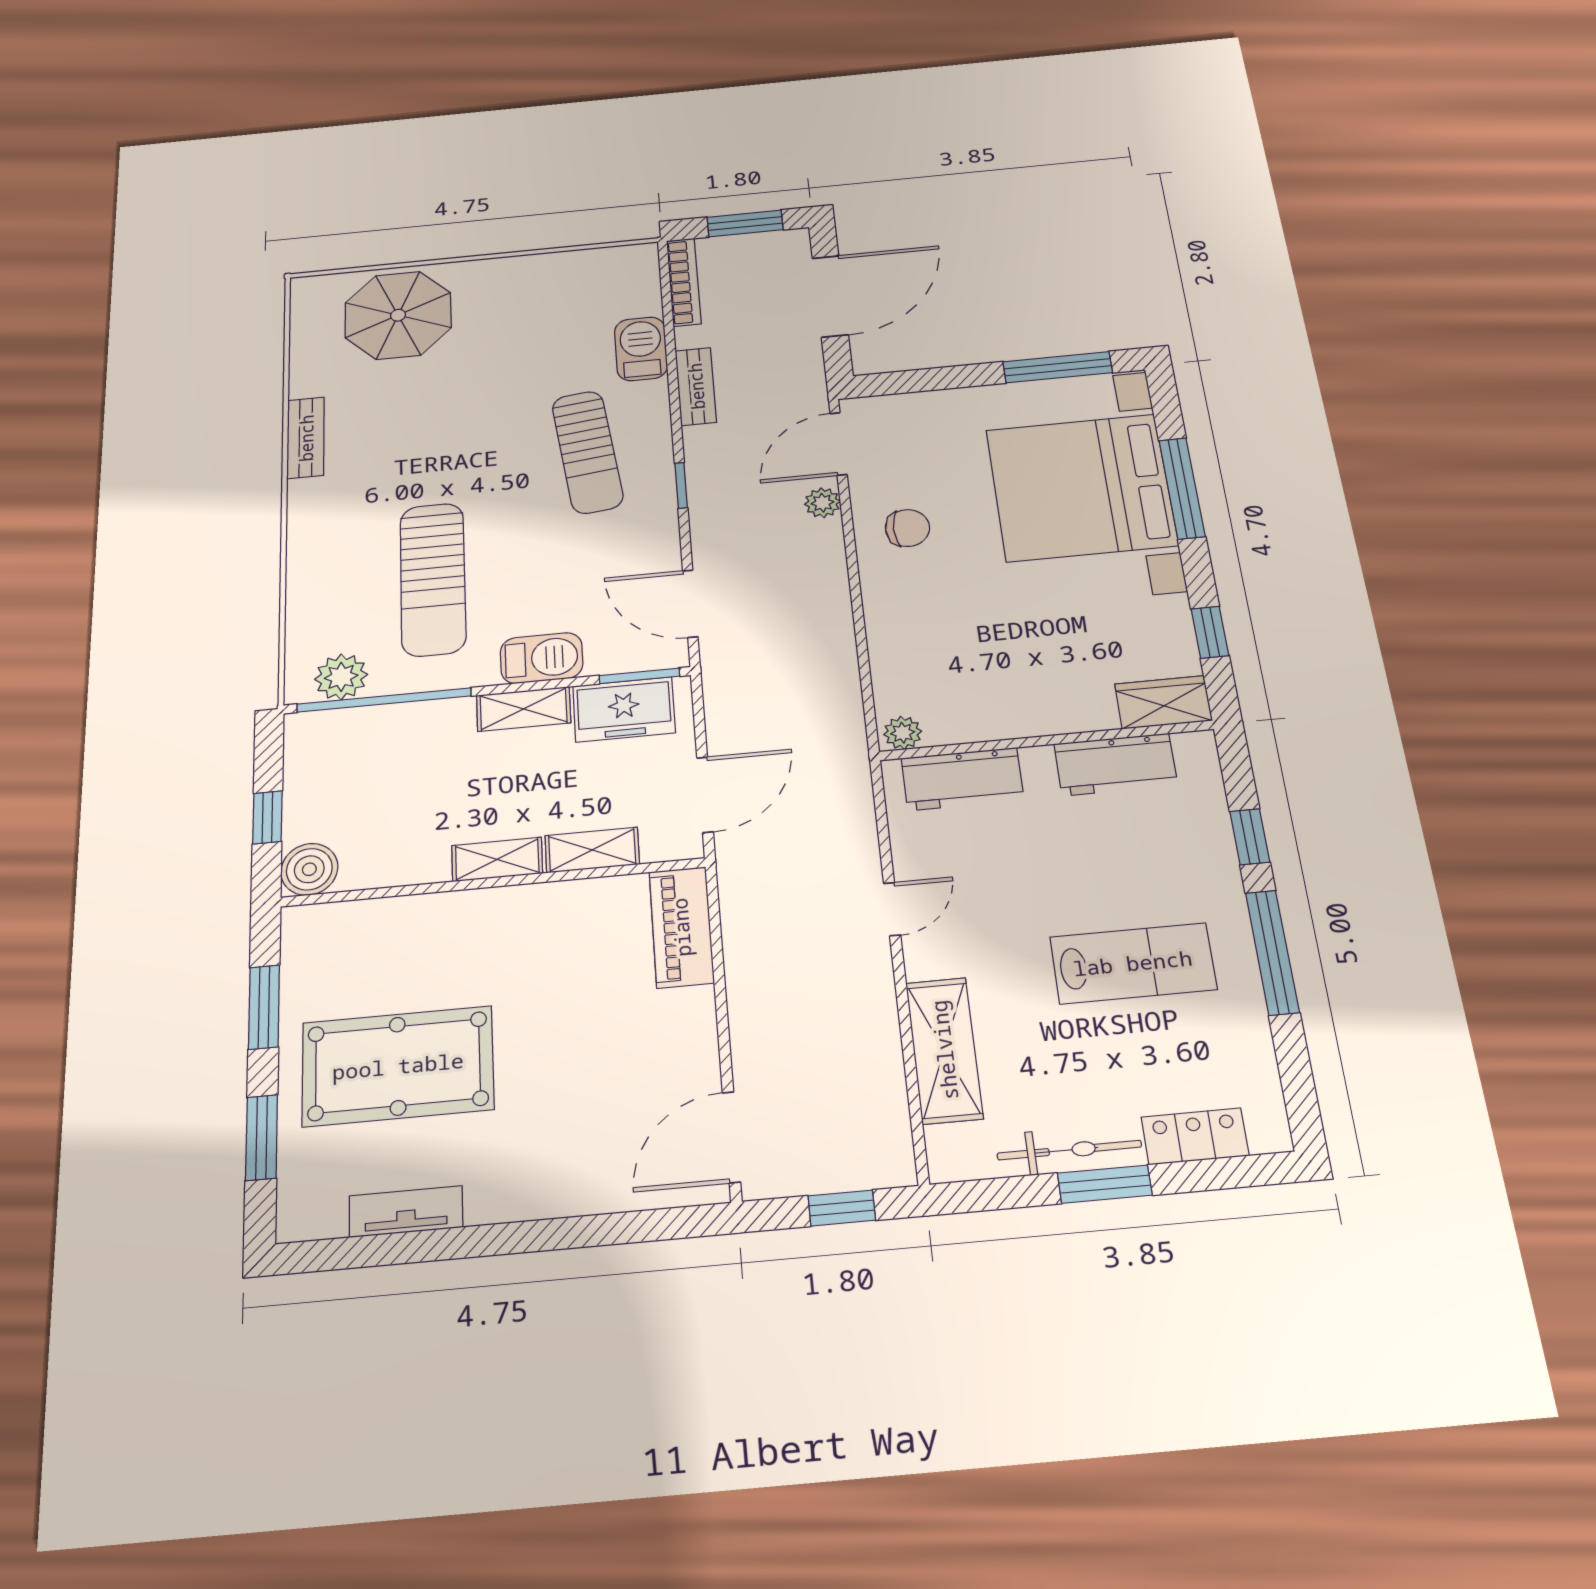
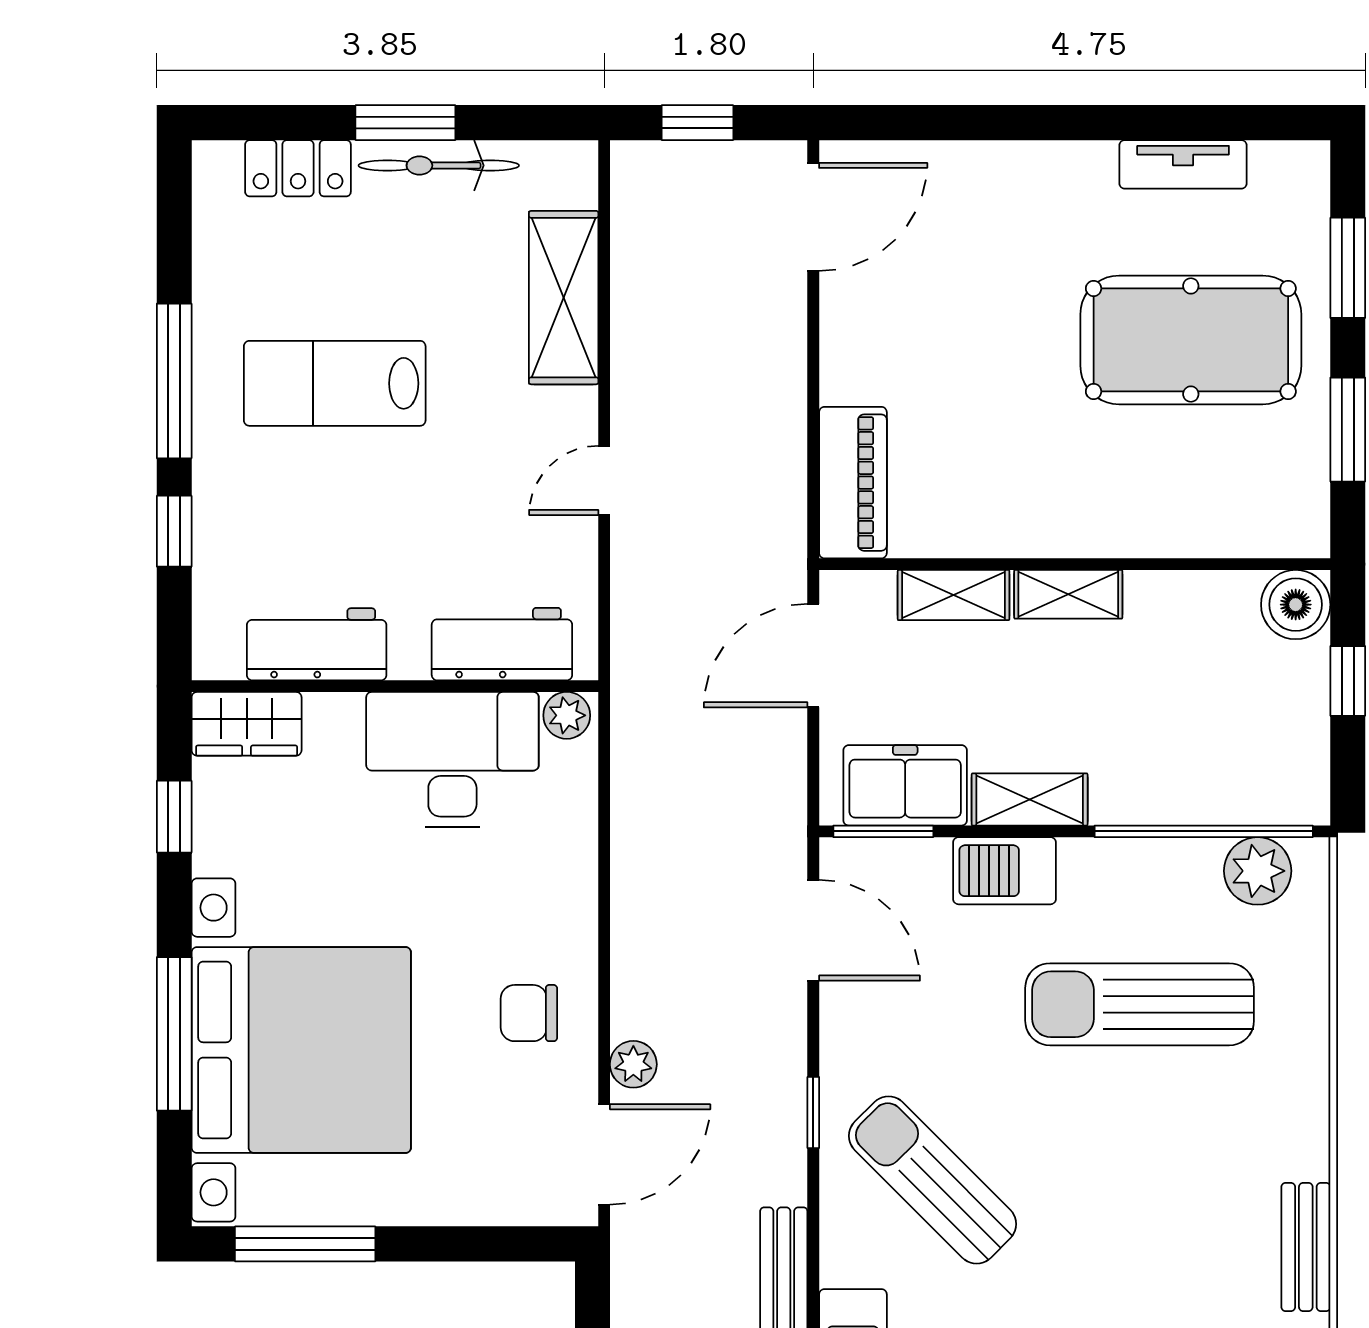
sun lounger: (587, 452) -> (933, 1180), turned -38
sun lounger: (433, 579) -> (1140, 1004), turned -90
desk: (992, 693) -> (452, 760), added

